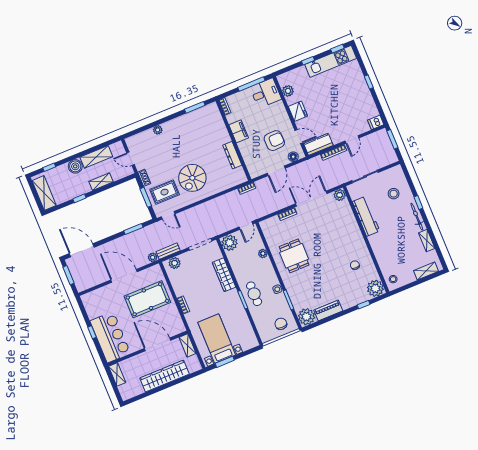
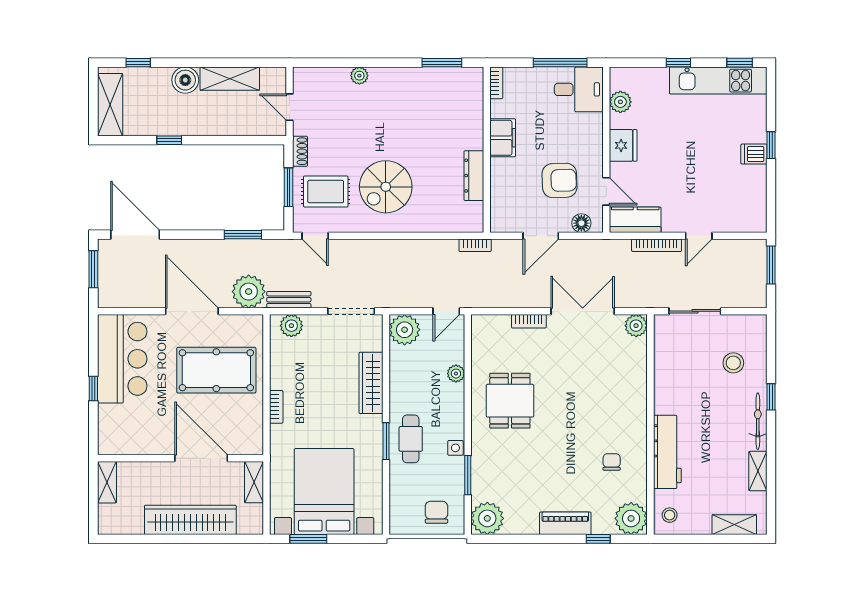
dishwasher: (376, 122) -> (754, 154), moved
shelving: (101, 182) -> (220, 126), removed
workbench: (366, 216) -> (667, 452), moved
plant: (153, 257) -> (249, 292), width x1.88, depth x1.88
piano: (328, 310) -> (565, 523), moved
bar counter: (110, 337) -> (122, 359), moved
bed with nightstands: (217, 339) -> (324, 492), width x1.36

